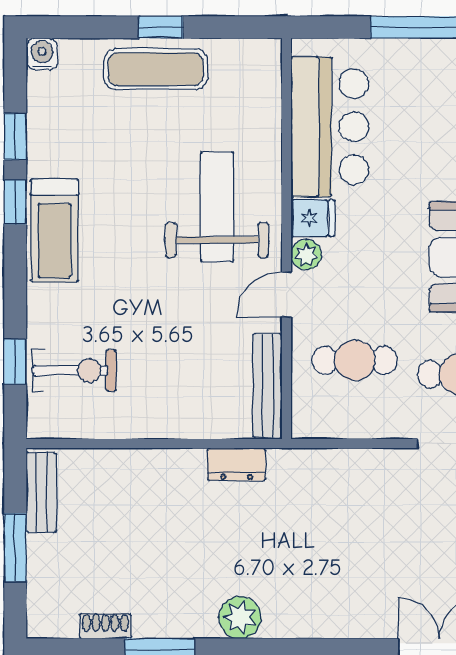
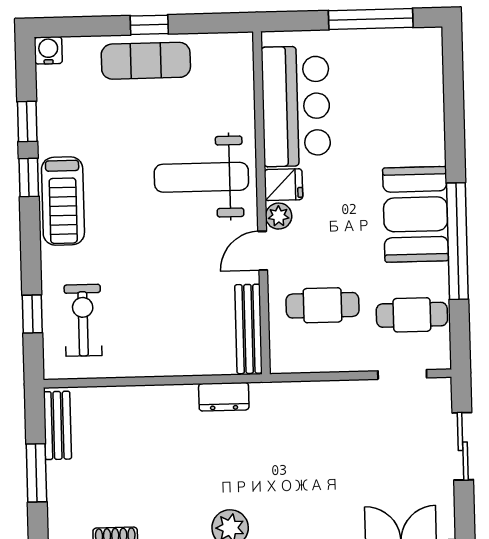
weight bench: (217, 207) -> (201, 177), turned -90
exercise bike: (74, 371) -> (83, 320), turned -90

